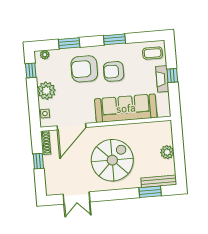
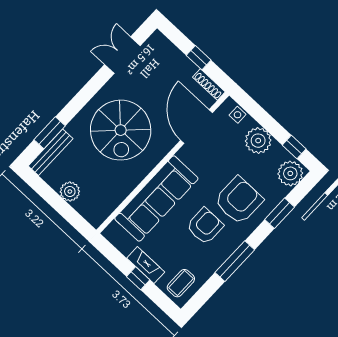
window: (114, 39) -> (235, 261), width x1.44
plant: (45, 55) -> (290, 173), width x1.88, depth x1.88

